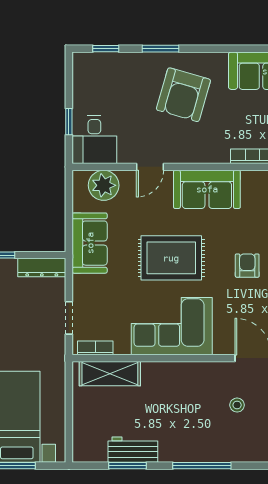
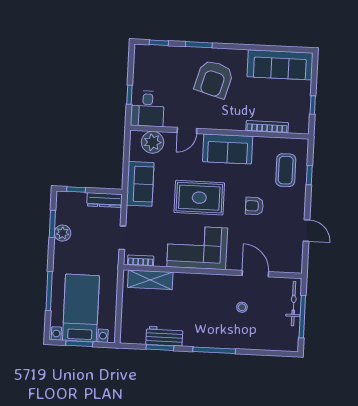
armchair: (247, 266) -> (254, 206), turned -90

